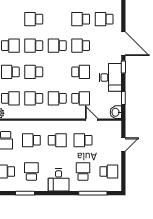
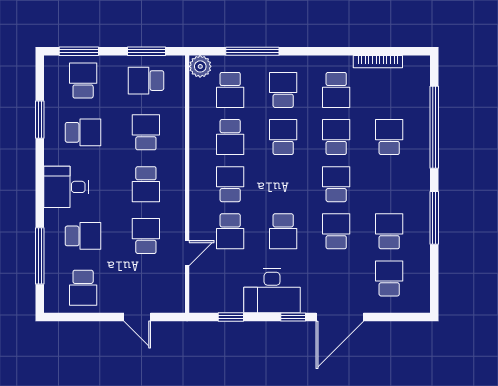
school desk: (34, 98) -> (230, 137), turned 180
washbasin: (116, 112) -> (202, 302), removed

